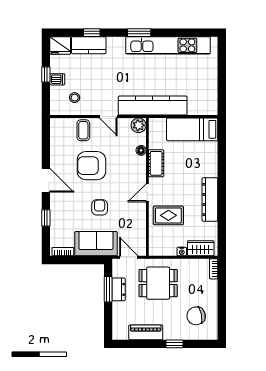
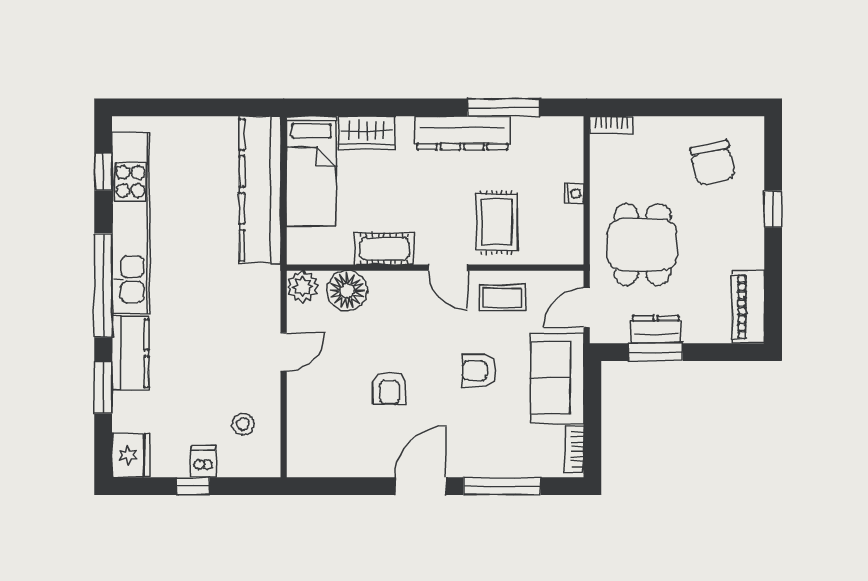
window: (92, 33) -> (103, 387), width x1.50
window: (139, 33) -> (103, 285), width x2.11
window: (192, 33) -> (103, 172), added
kitchen counter: (89, 45) -> (130, 353), moved
kitchen counter: (153, 106) -> (260, 190), moved
coffee table: (83, 130) -> (502, 298), moved
floor lamp: (141, 150) -> (347, 291), width x1.89, depth x1.89
armchair: (91, 166) -> (389, 388), width x0.53, depth x0.53
window: (46, 218) -> (502, 486), width x2.17
window: (222, 219) -> (503, 107), added
wardrobe: (201, 248) -> (367, 133), moved, turned -90
piano: (146, 332) -> (748, 307), moved

